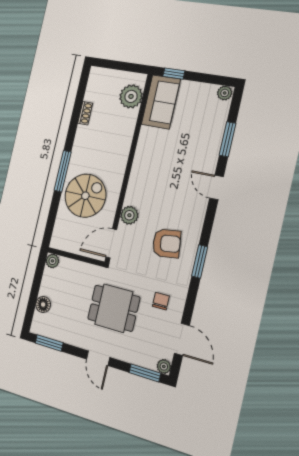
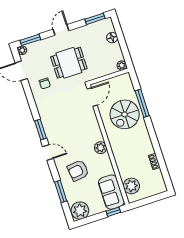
plant: (225, 93) -> (80, 211), width x1.88, depth x1.88
window: (63, 171) -> (142, 103), moved
door: (216, 187) -> (48, 152), moved
plant: (129, 215) -> (101, 148), moved
armchair: (167, 243) -> (78, 171), moved
window: (200, 261) -> (40, 130), moved
door: (98, 358) -> (61, 30), hinge flipped

